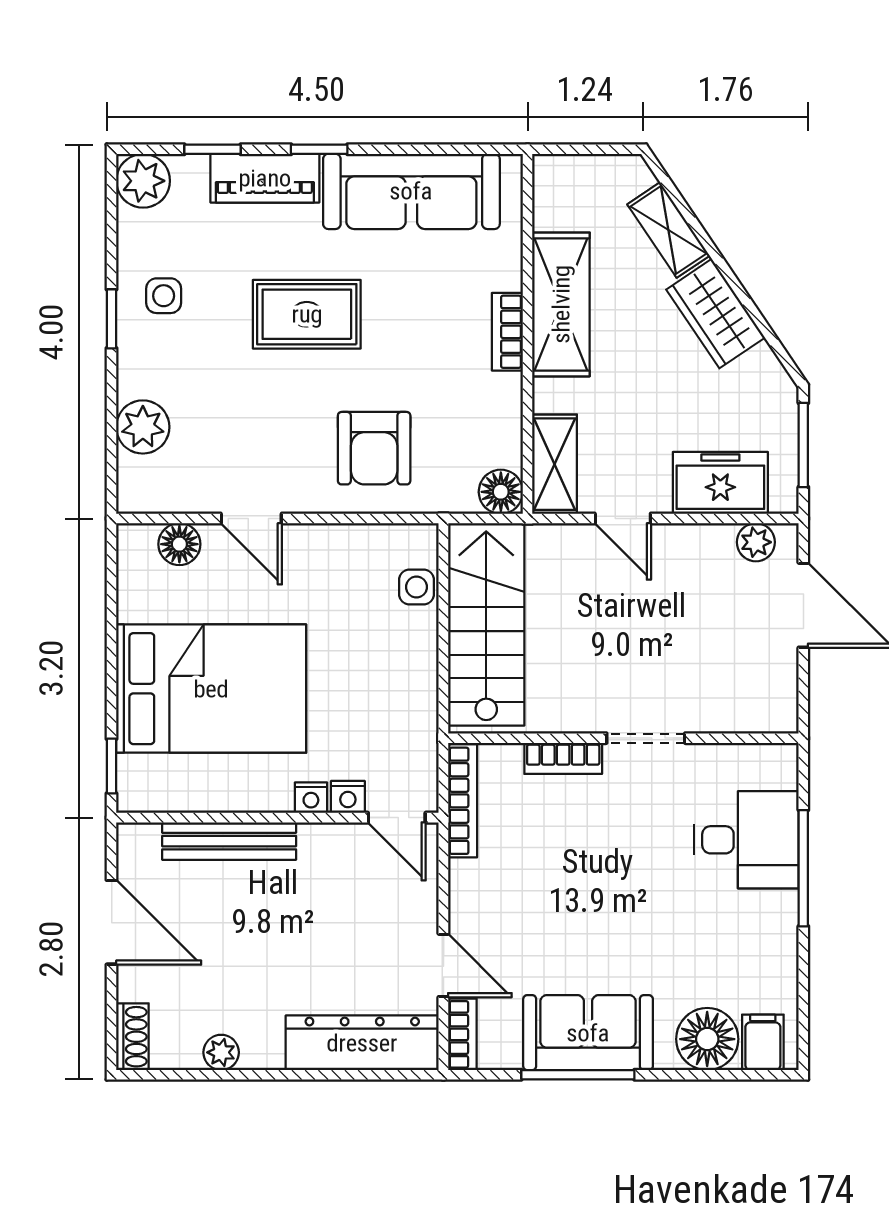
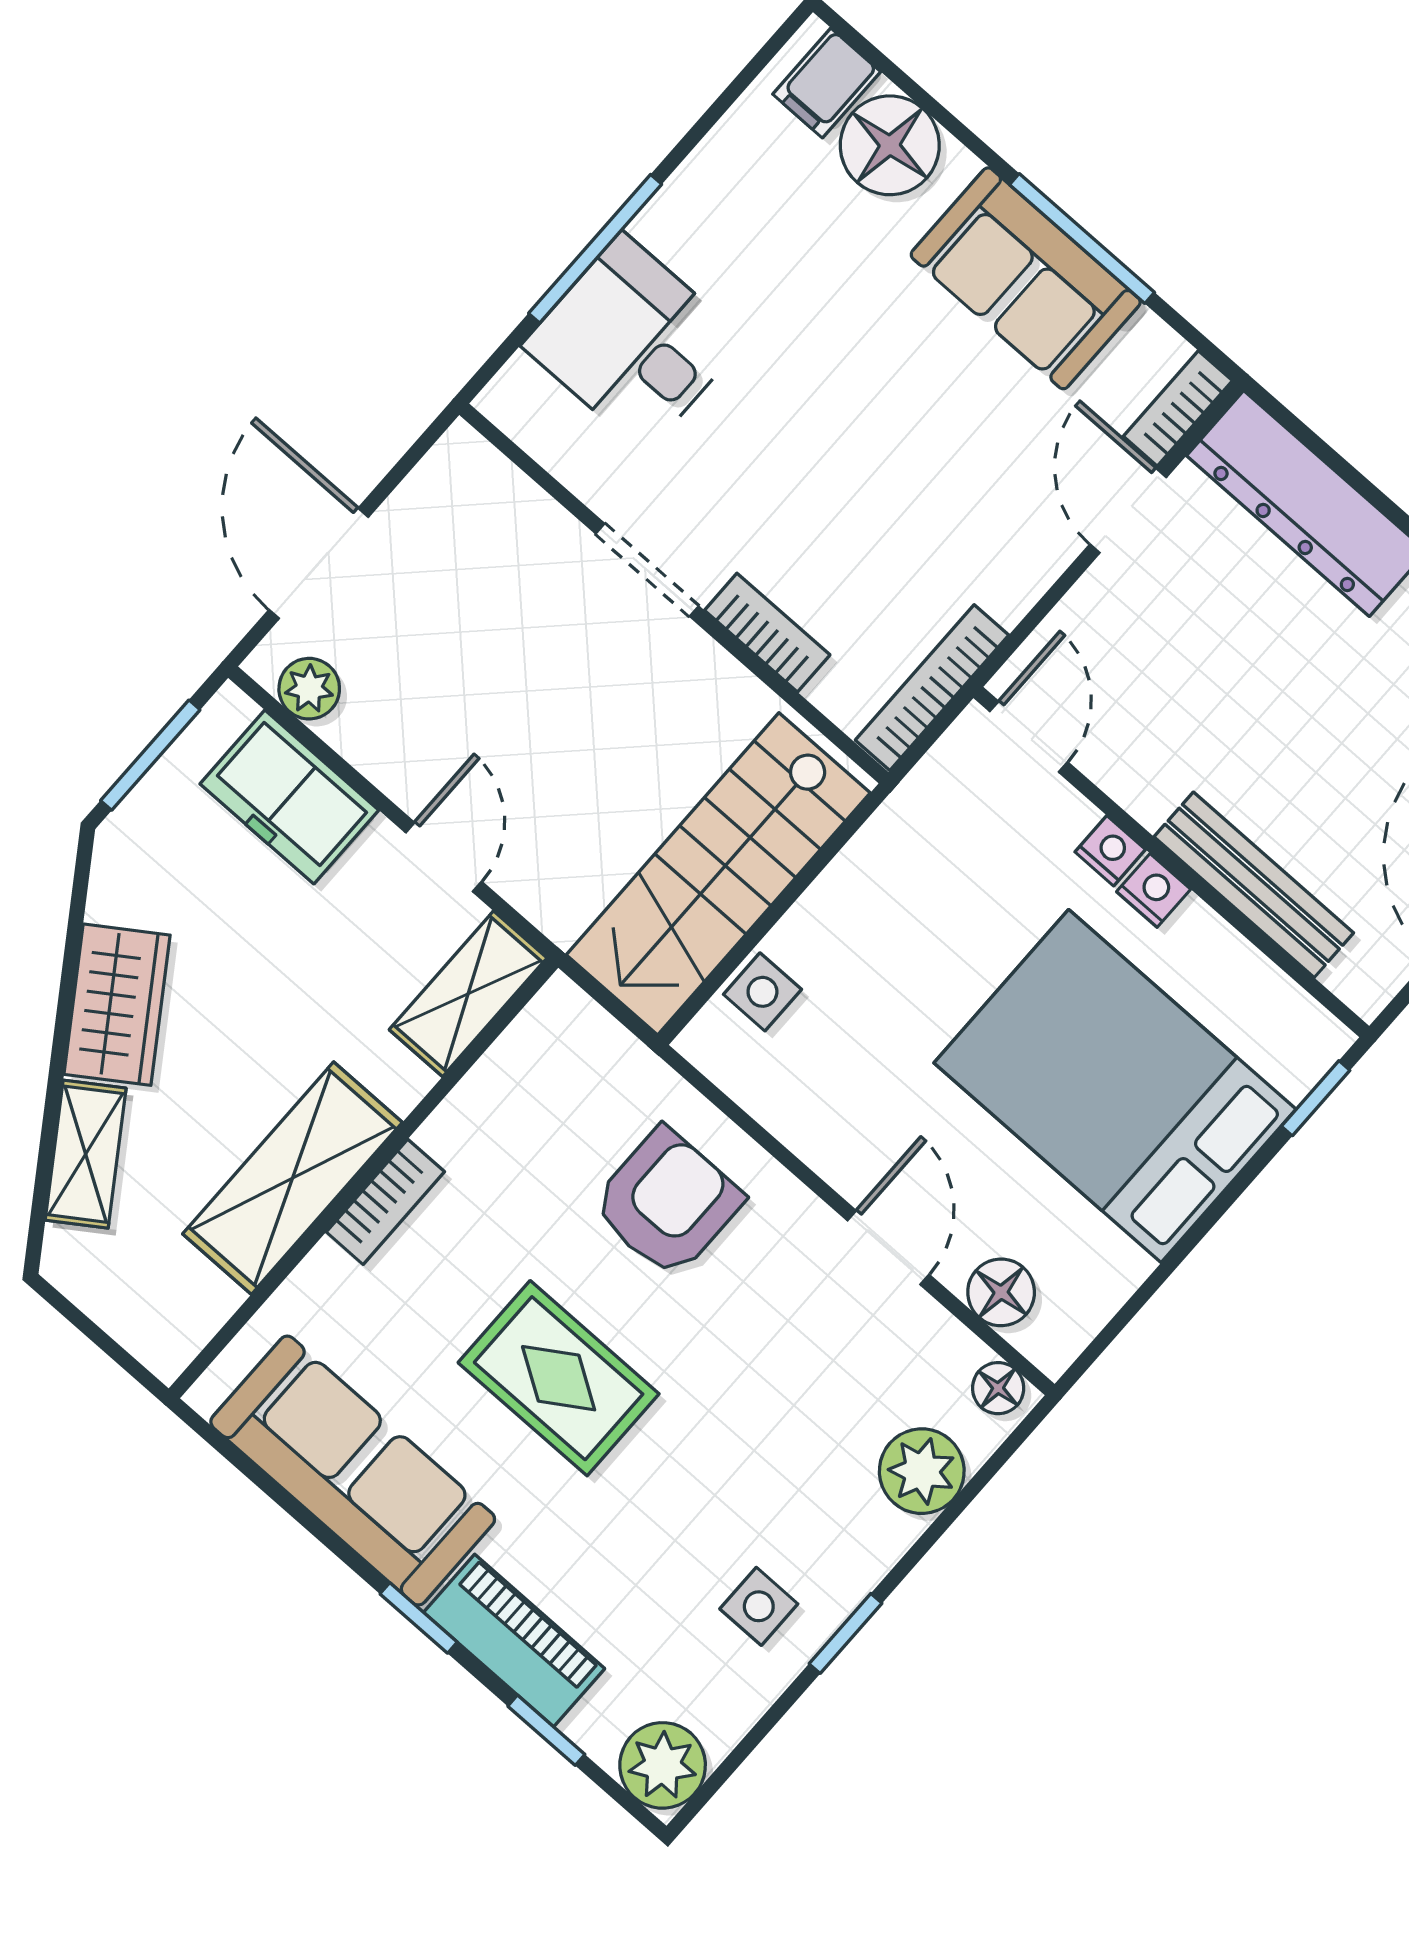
rug: (307, 314) -> (559, 1378), moved
floor lamp: (501, 492) -> (998, 1388), moved, width x0.73, depth x0.73
nightstand: (348, 797) -> (1154, 890), moved

